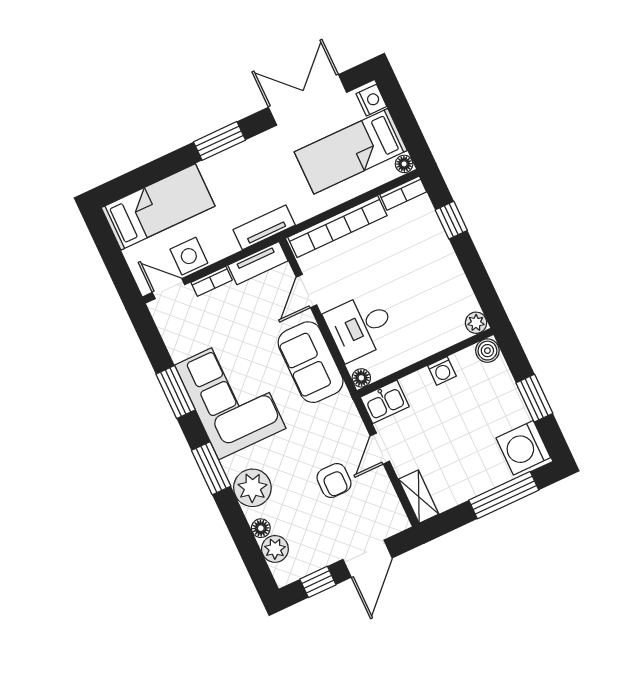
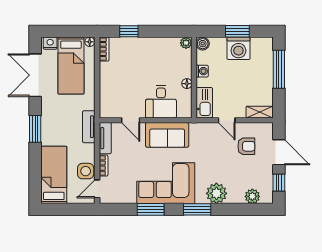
bookcase: (337, 226) -> (105, 90), removed
floor lamp: (361, 378) -> (187, 84), moved
kitchen sink: (385, 402) -> (204, 103), width x1.38
washing machine: (523, 448) -> (238, 48), moved
armchair: (334, 481) -> (246, 146), moved
floor lamp: (261, 528) -> (239, 199), removed

